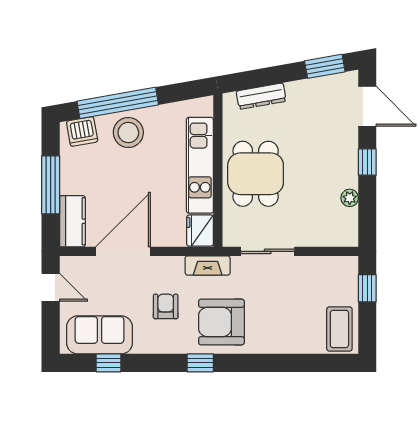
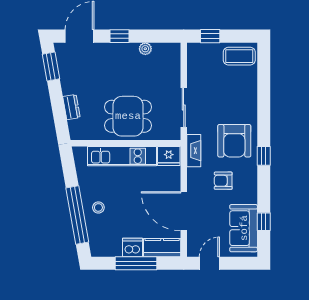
dresser: (261, 96) -> (71, 107), width x0.70
dishwasher: (82, 131) -> (132, 247), moved, turned -80
stool: (128, 133) -> (98, 207), width x0.53, depth x0.53

